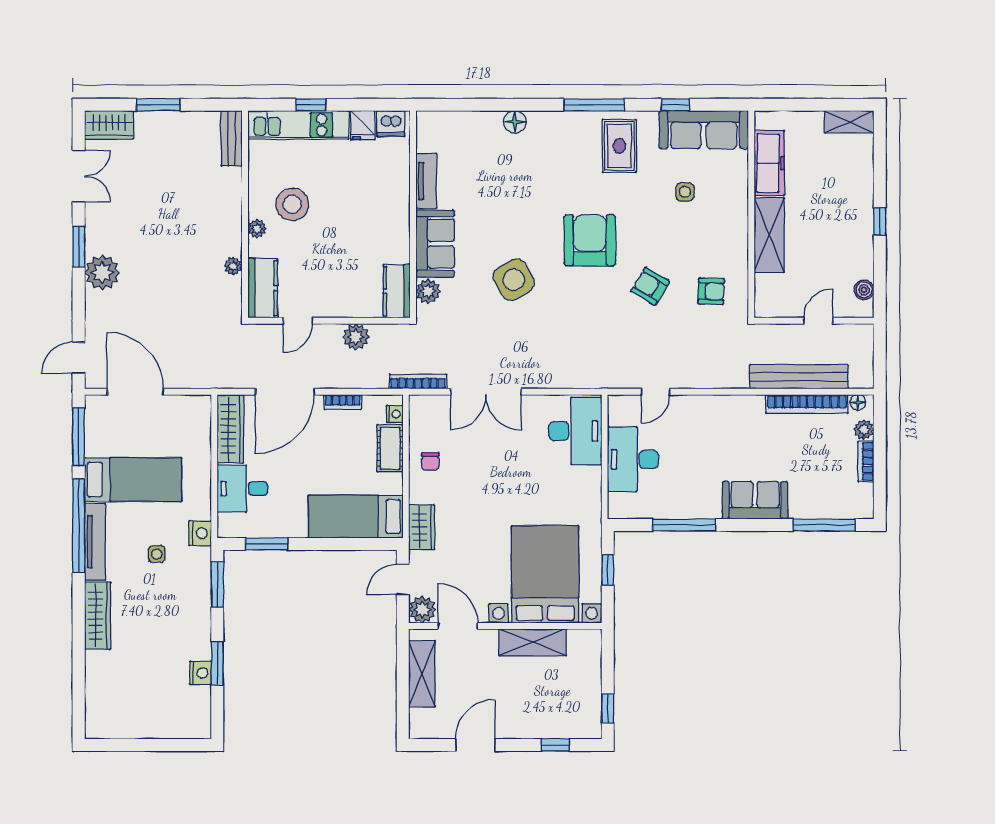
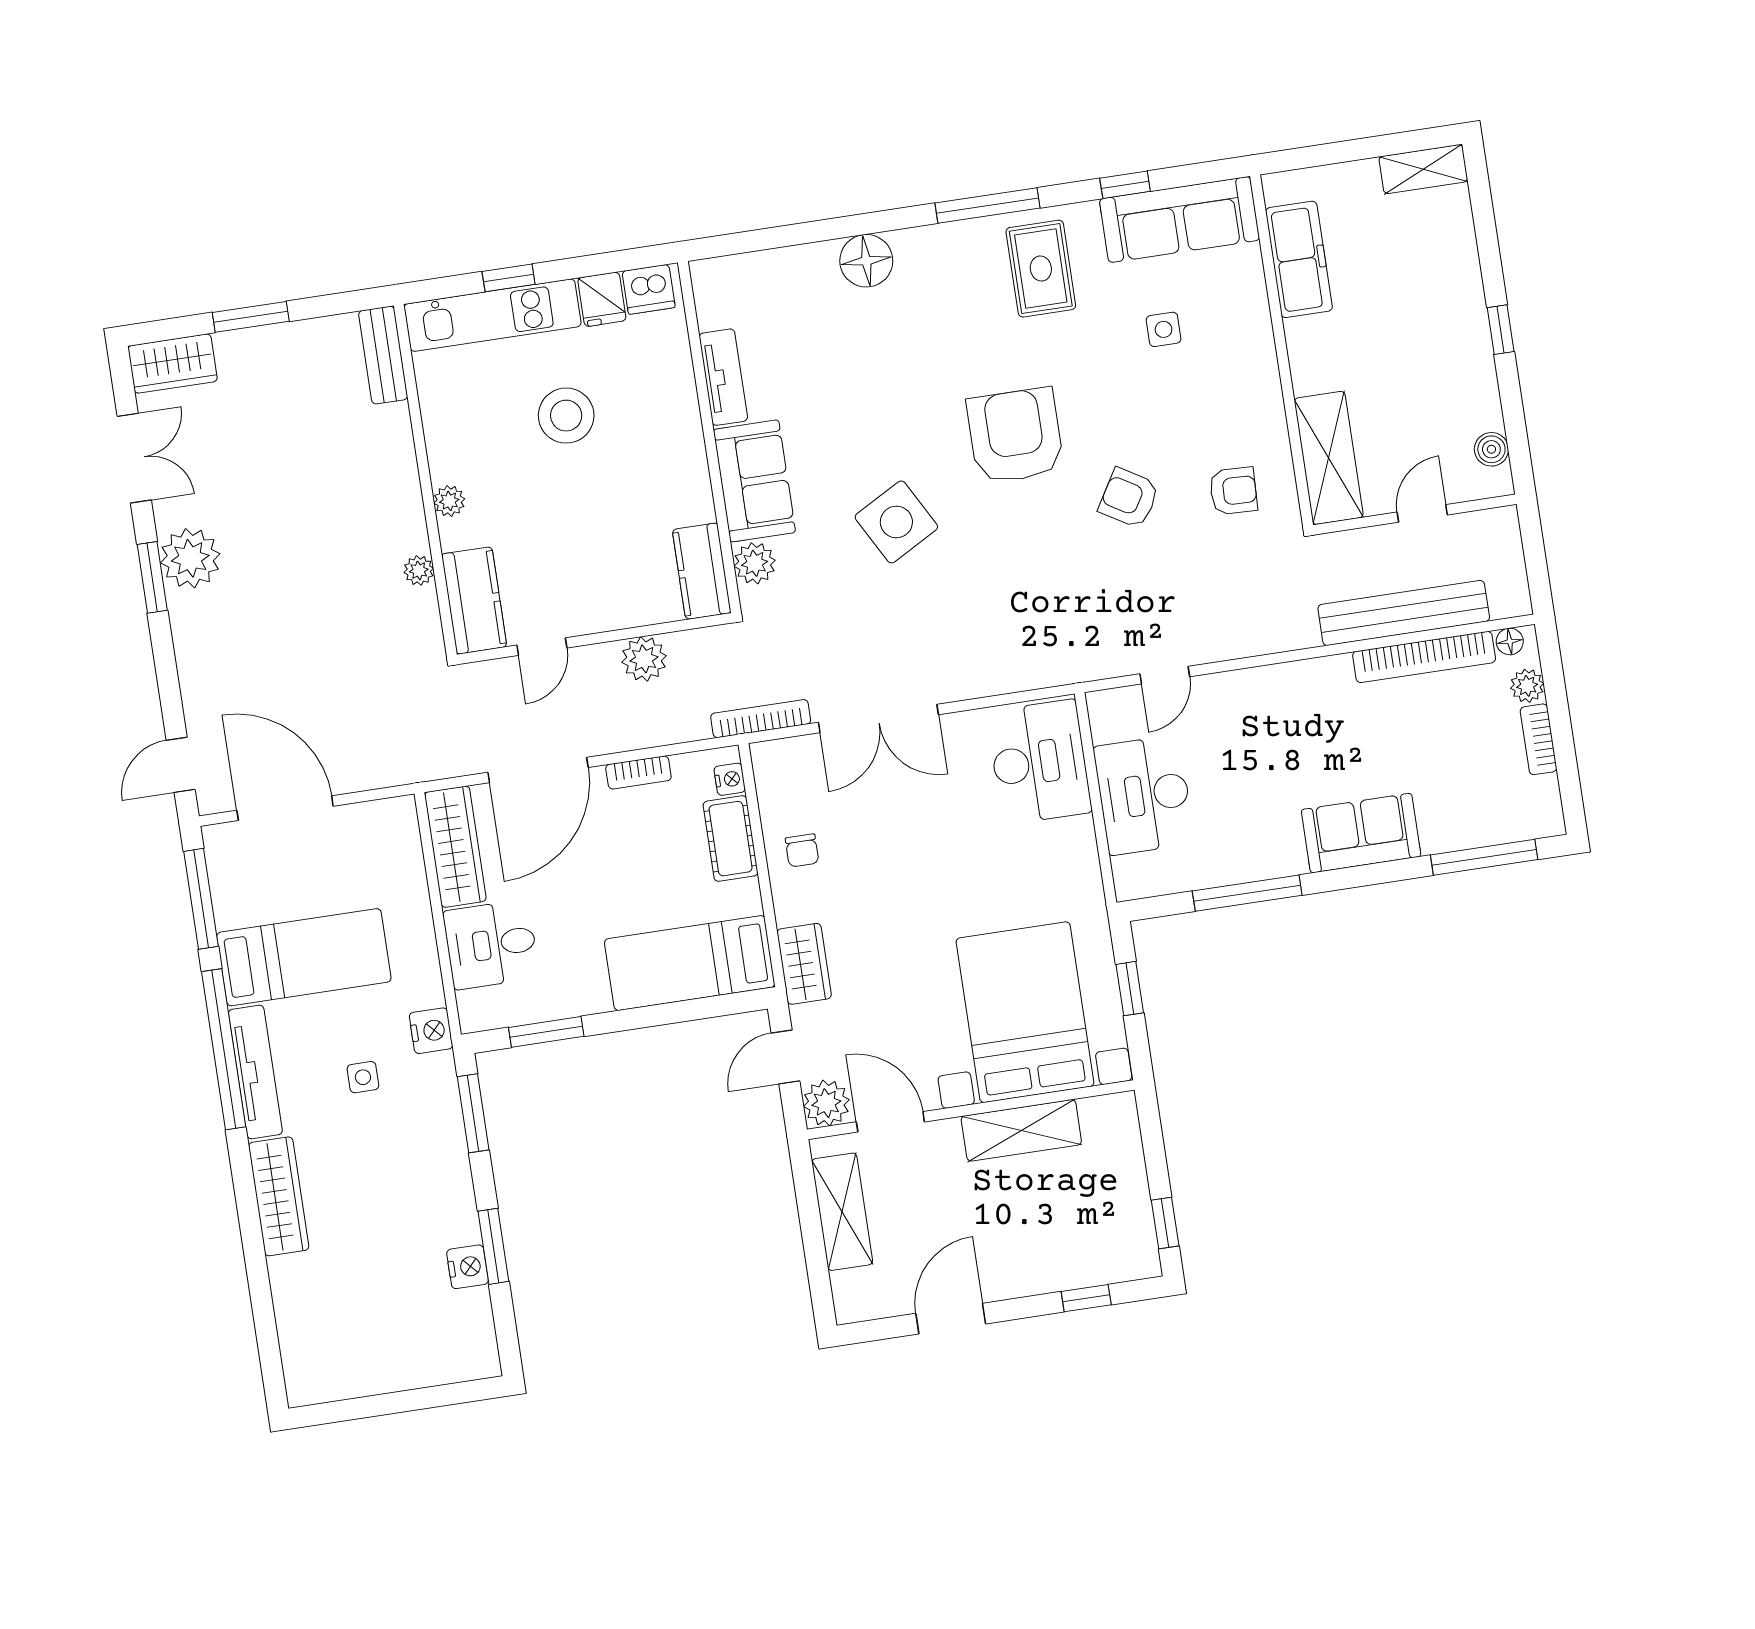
floor lamp: (515, 122) -> (866, 261), width x1.38, depth x1.38
stool: (292, 204) -> (566, 416), moved
shelving: (769, 235) -> (1329, 458), moved
plant: (102, 272) -> (190, 558), moved

